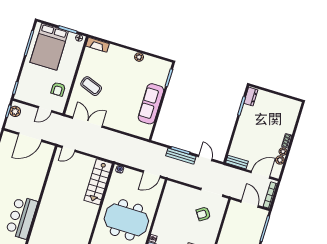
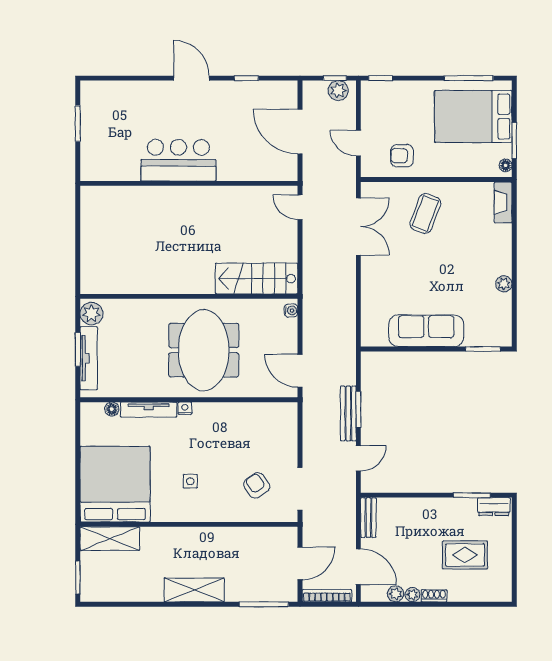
rug: (271, 119) -> (465, 555), added
bar counter: (22, 217) -> (178, 160), moved

